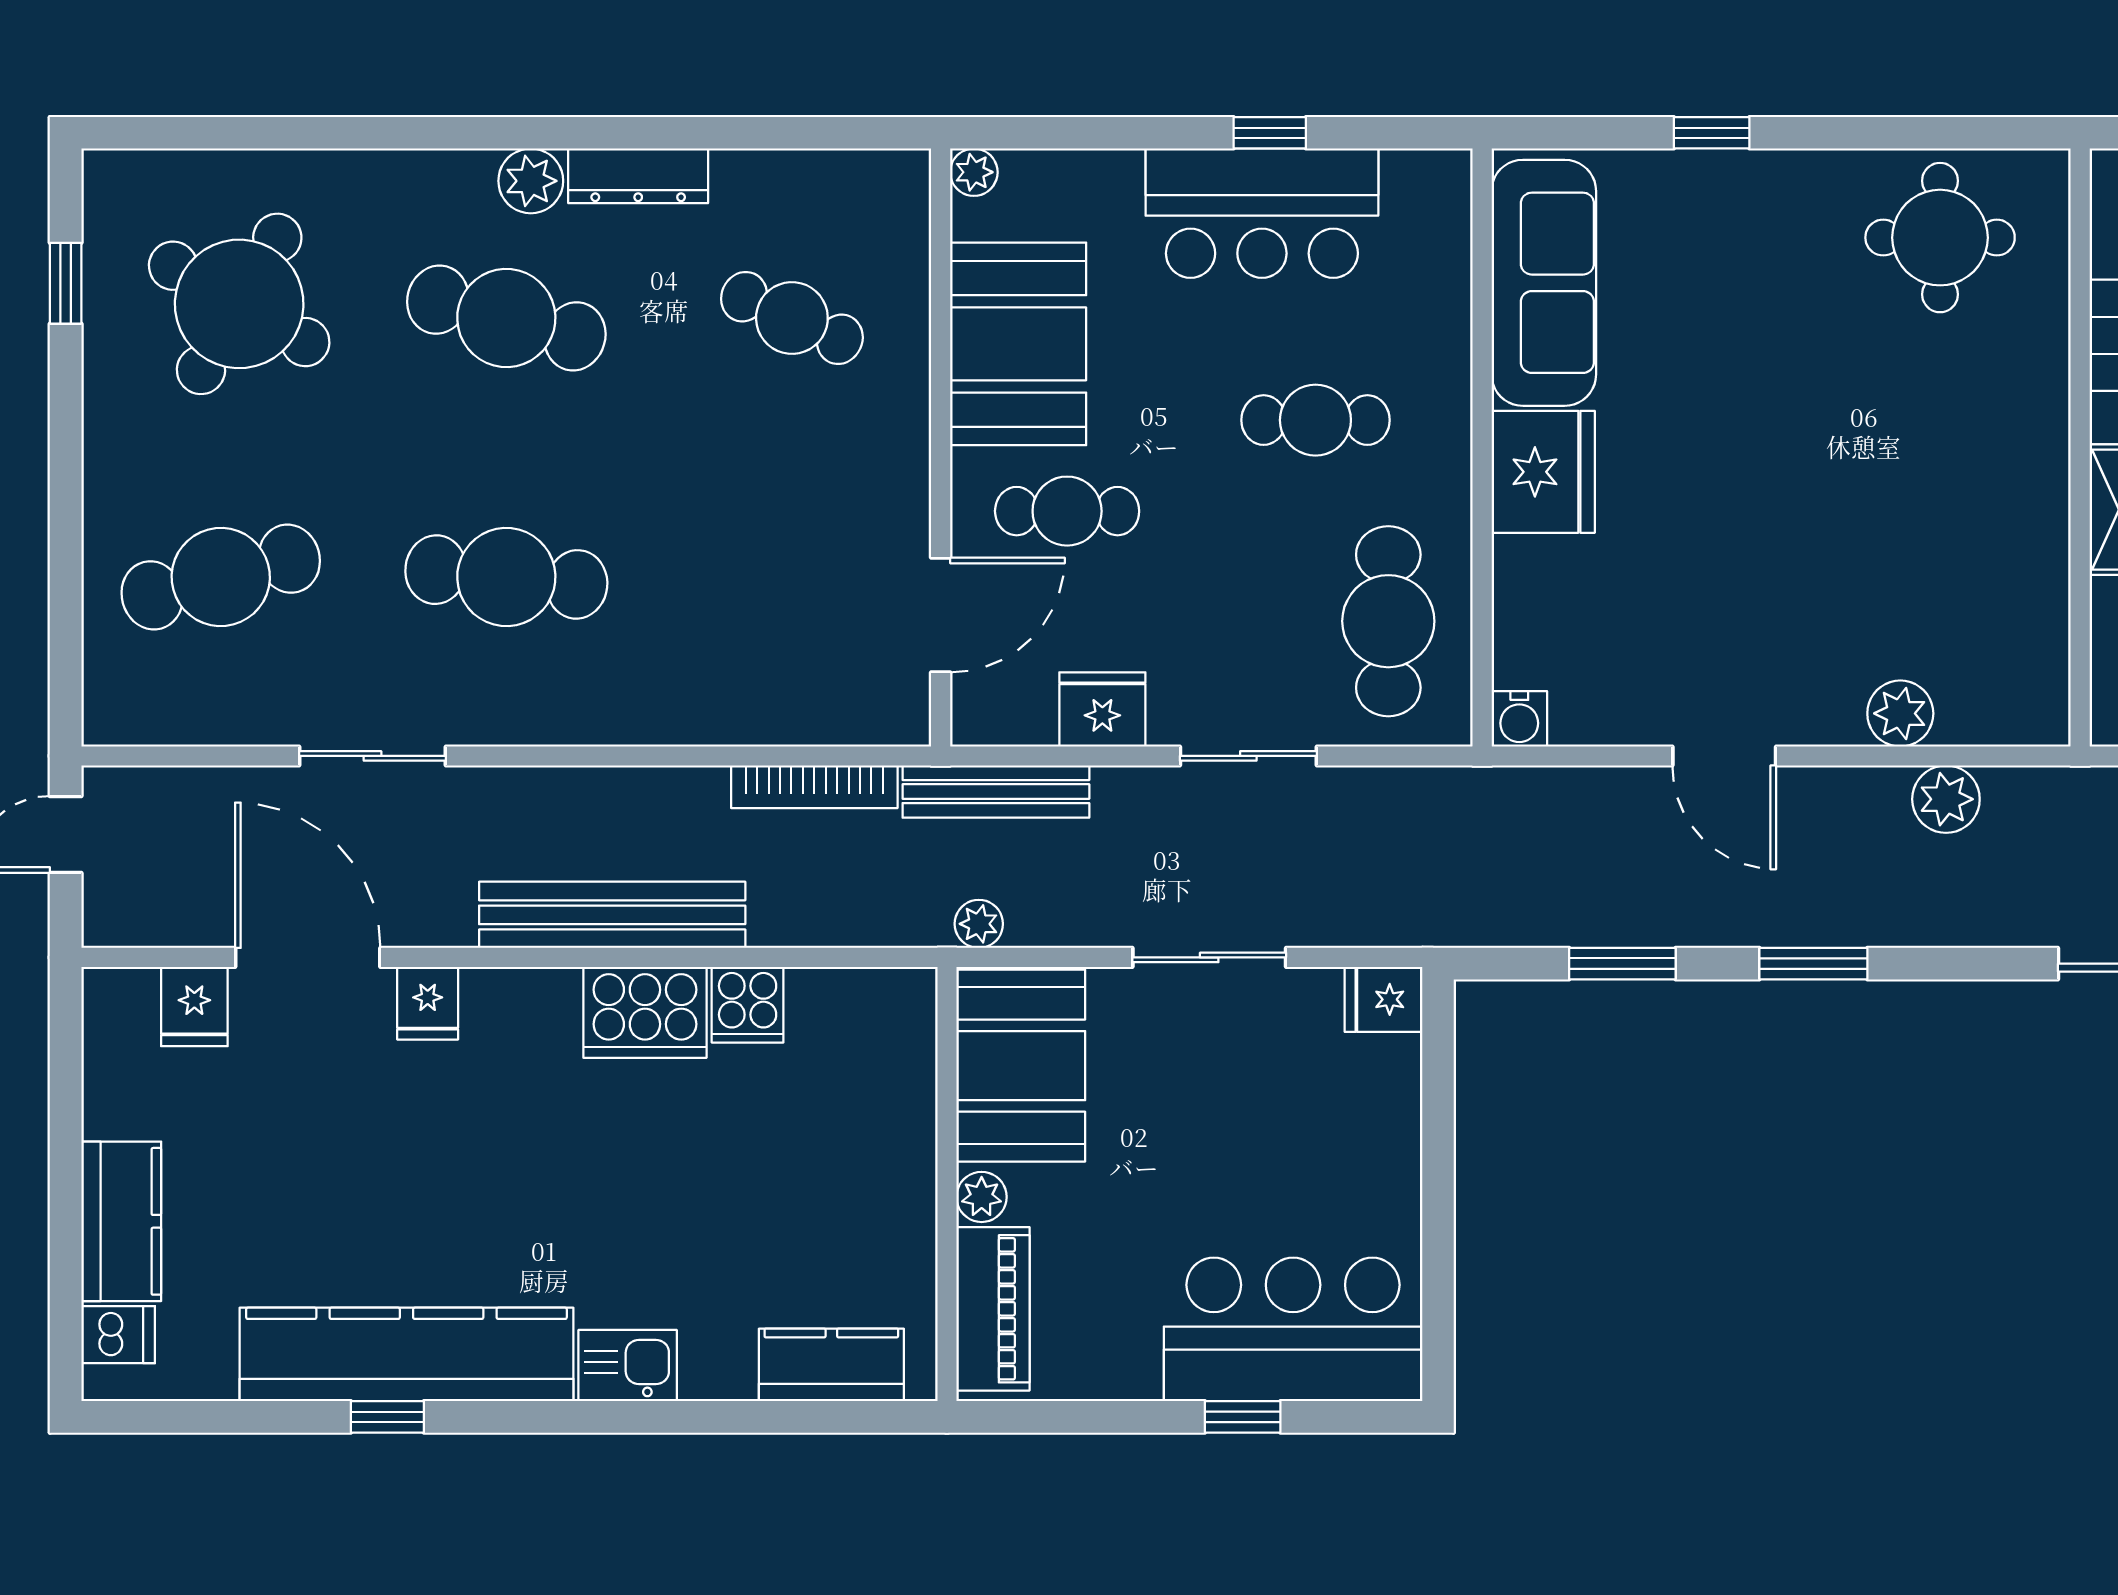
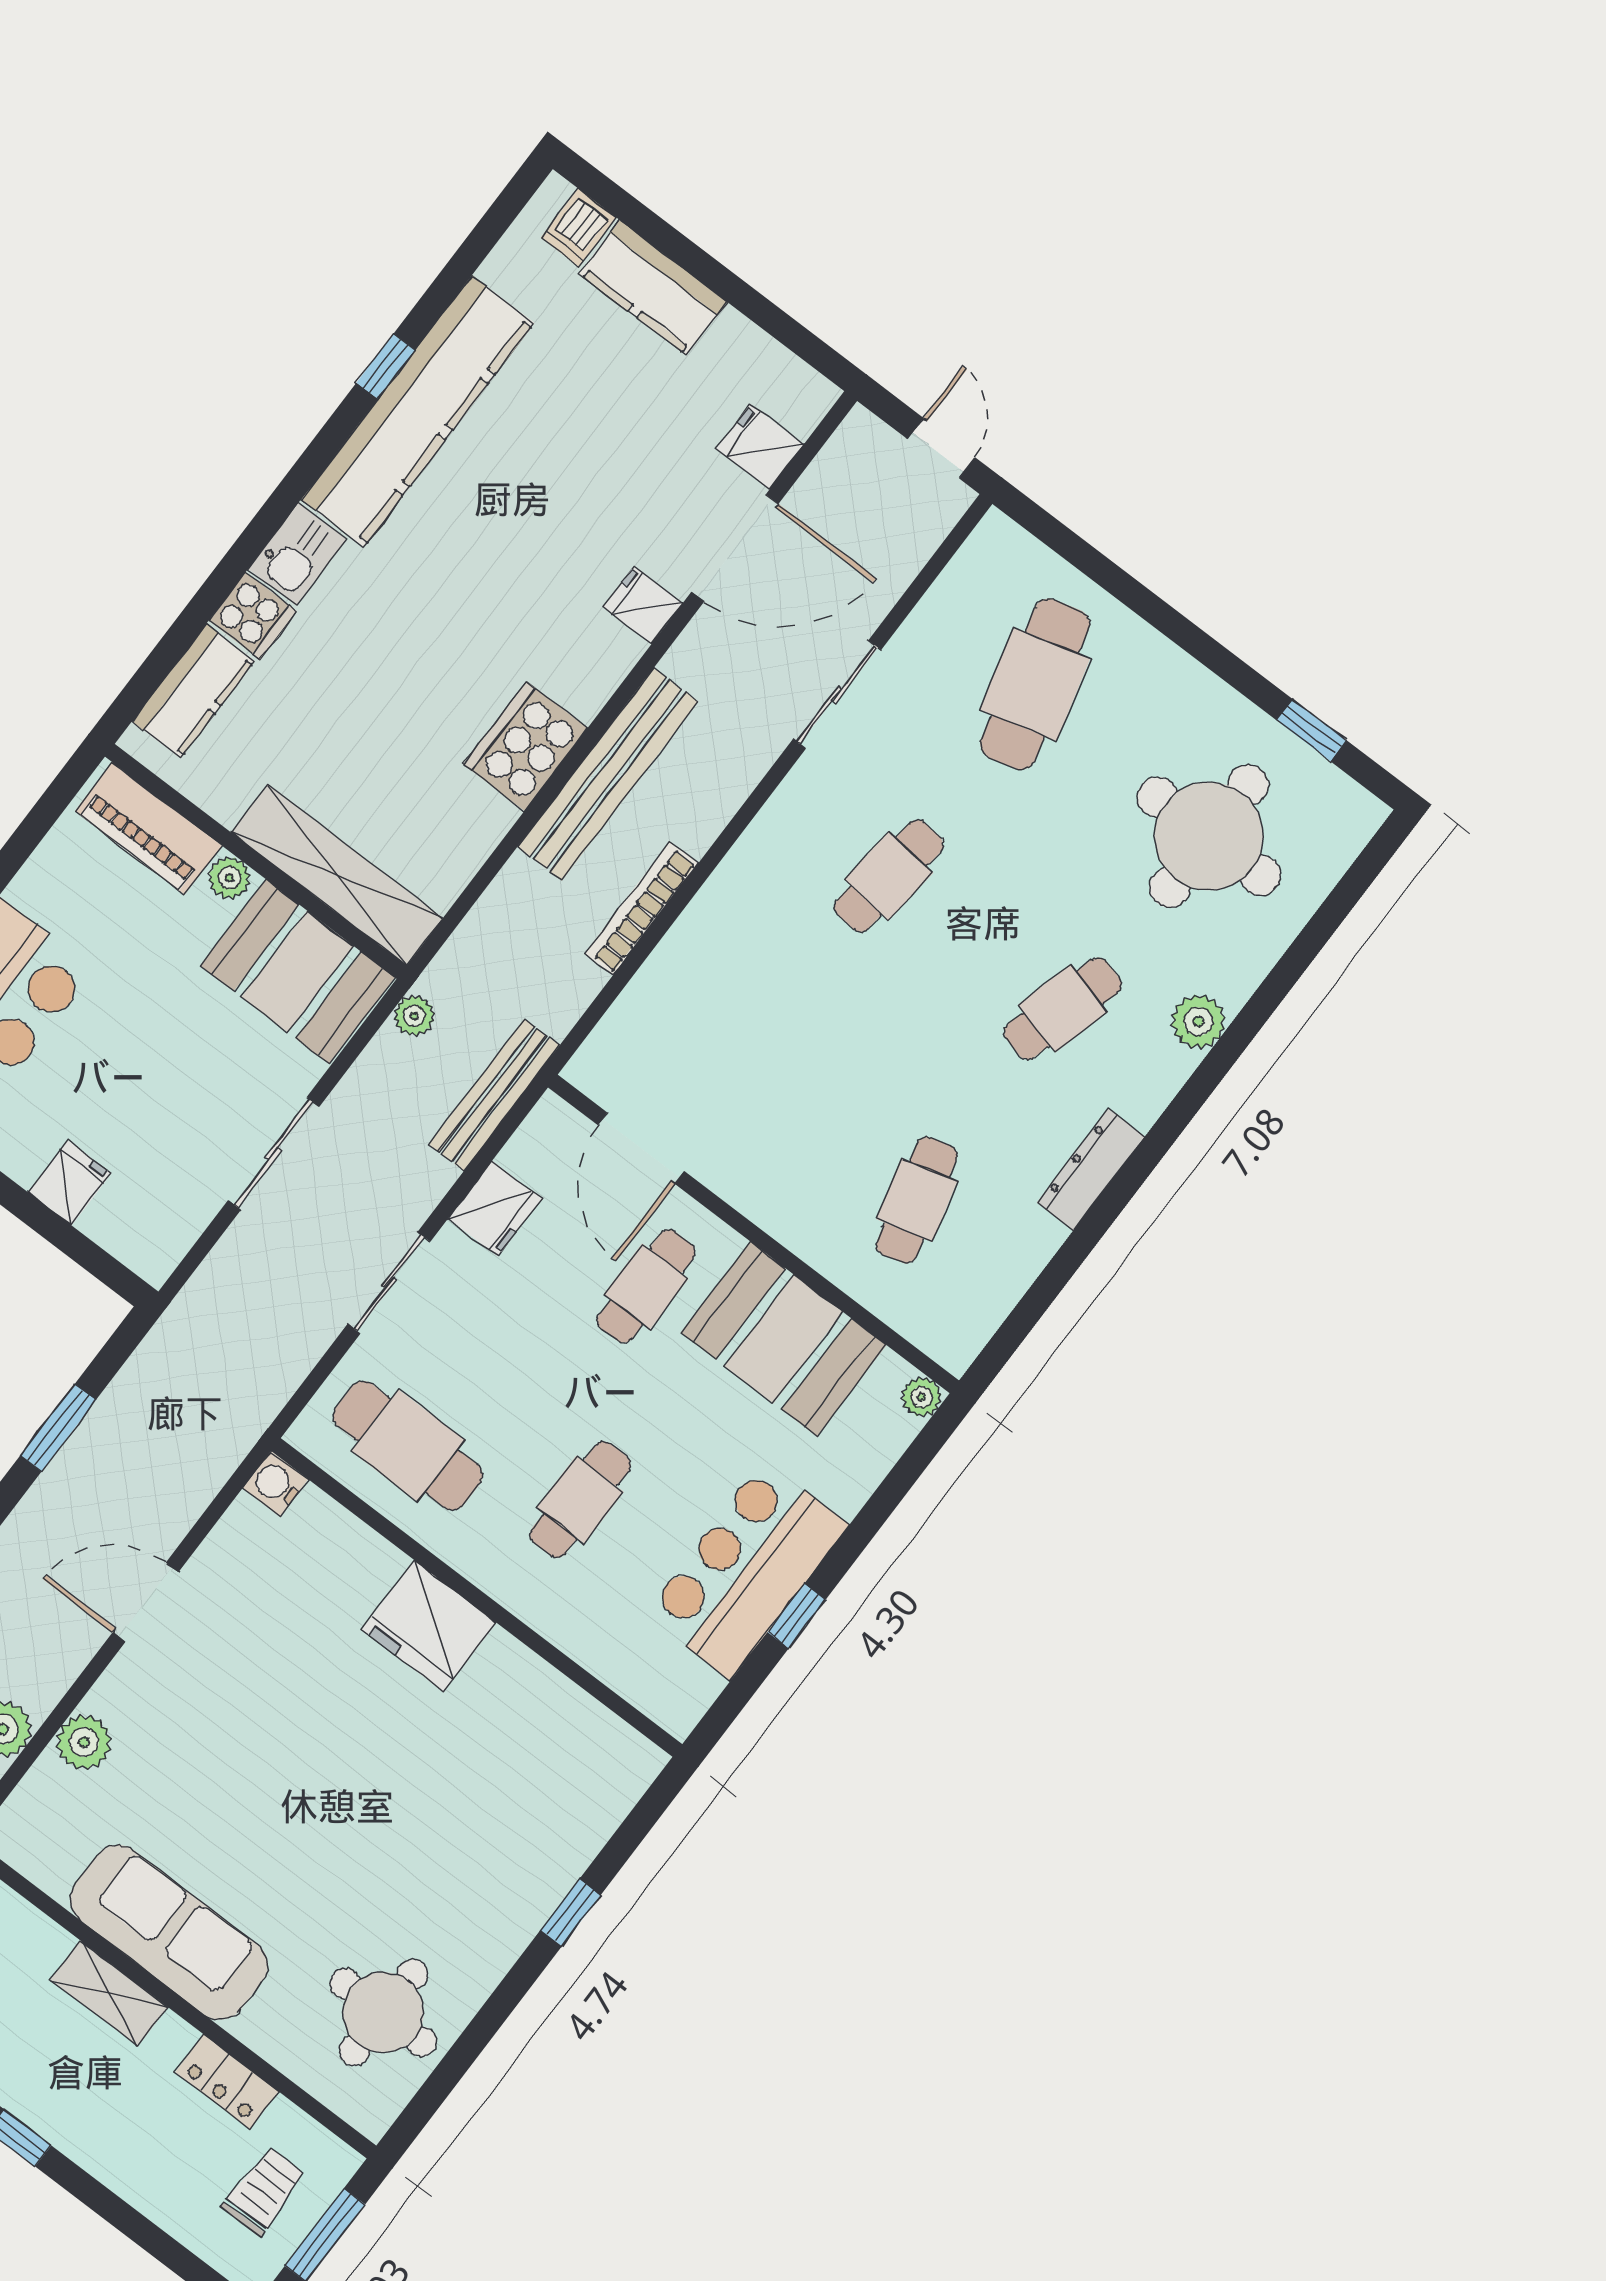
plant: (531, 181) -> (1198, 1022), moved
sofa: (1544, 283) -> (169, 1932), moved, turned 180
round table: (239, 304) -> (1209, 836), turned -30
cafe table: (506, 318) -> (1063, 1008), width x0.73, depth x0.74
cafe table: (792, 318) -> (917, 1200), turned -39
cafe table: (506, 577) -> (889, 876), width x0.73, depth x0.74
bookcase: (814, 787) -> (641, 908), moved
fridge: (1383, 999) -> (70, 1183), moved
cooker: (748, 1005) -> (253, 616), moved, turned 180
shelving: (902, 1097) -> (337, 875), added

